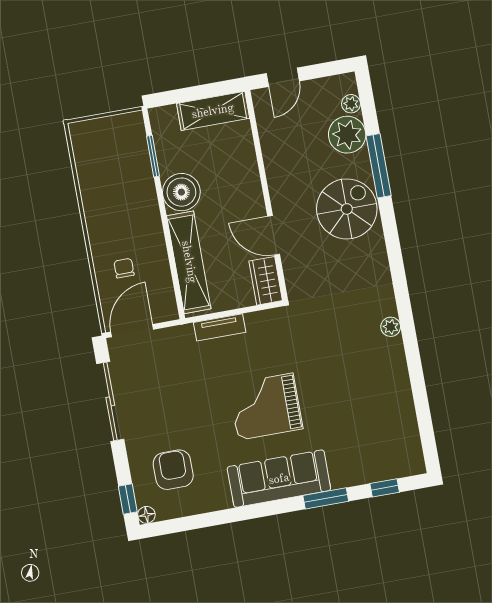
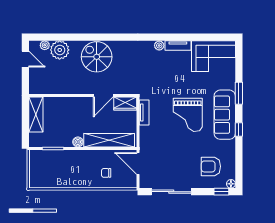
door: (283, 77) -> (25, 59), moved
window: (379, 166) -> (78, 37), removed
boiler: (181, 192) -> (78, 142), width x0.54, depth x0.54
tv unit: (220, 327) -> (144, 113), moved
door: (132, 331) -> (138, 163), moved
tv unit: (397, 363) -> (178, 45), added
corner sofa: (389, 436) -> (213, 56), added
window: (385, 488) -> (239, 129), moved

